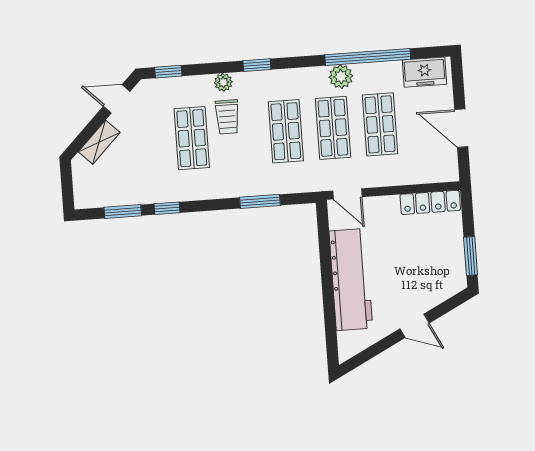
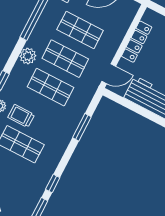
plant: (341, 77) -> (28, 56), moved
trolley: (227, 117) -> (21, 116), turned 180
locker: (430, 202) -> (137, 42), moved

